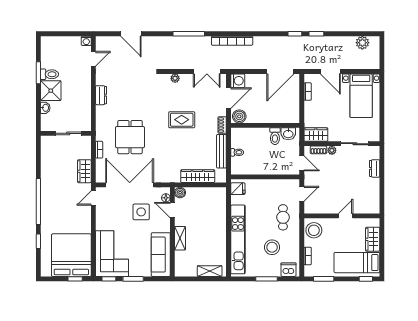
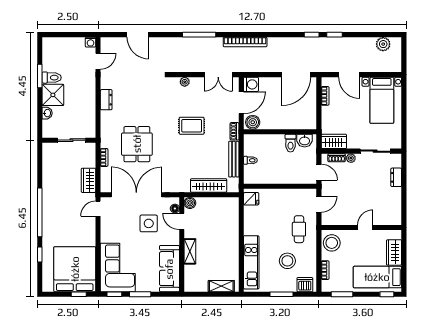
kitchen unit: (238, 239) -> (251, 262), width x0.73

